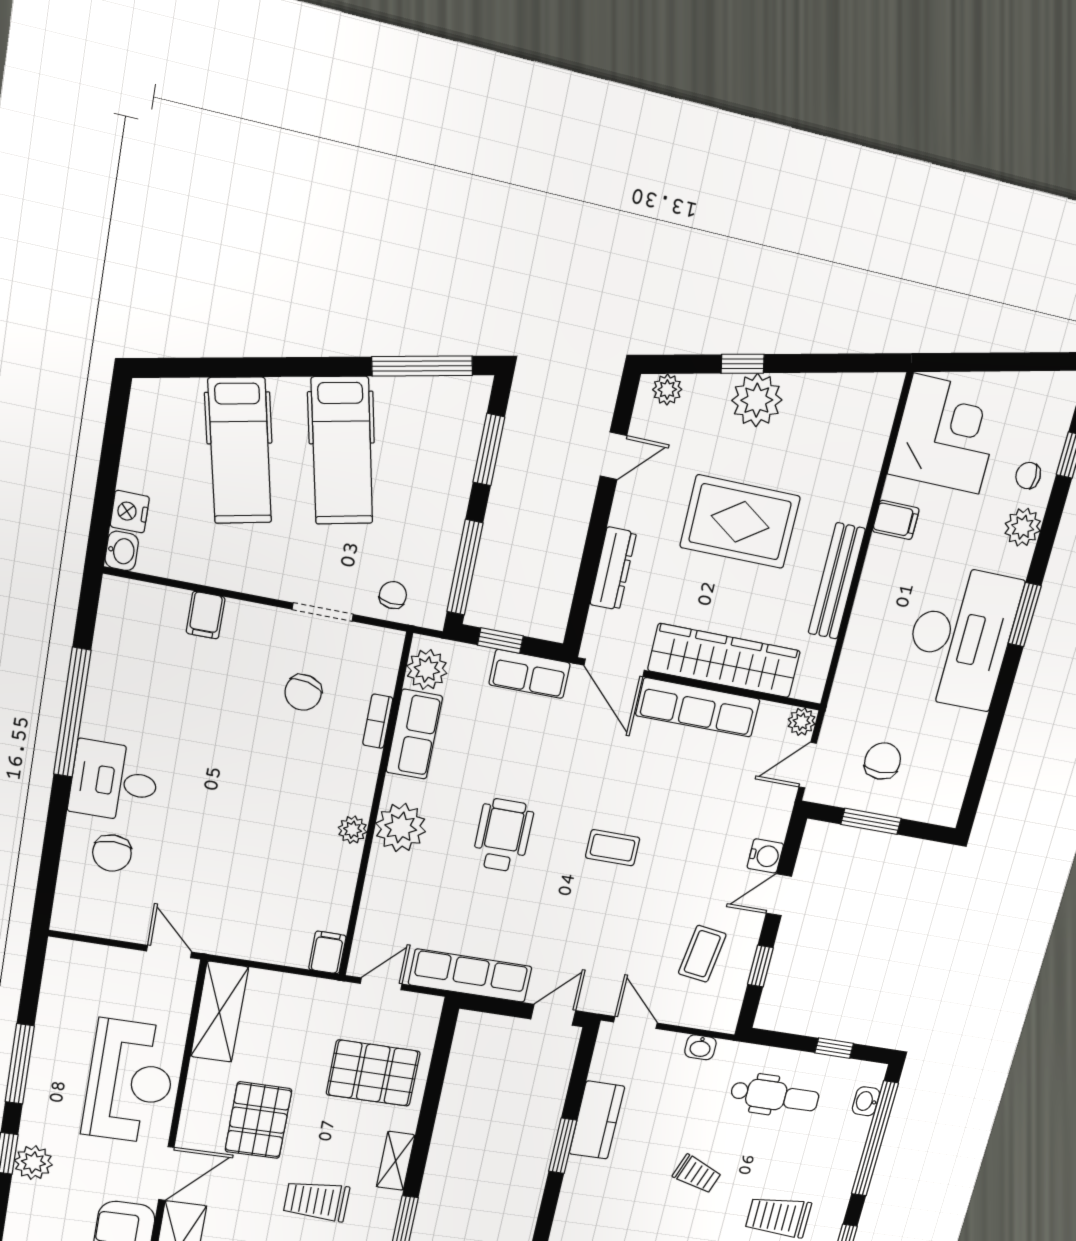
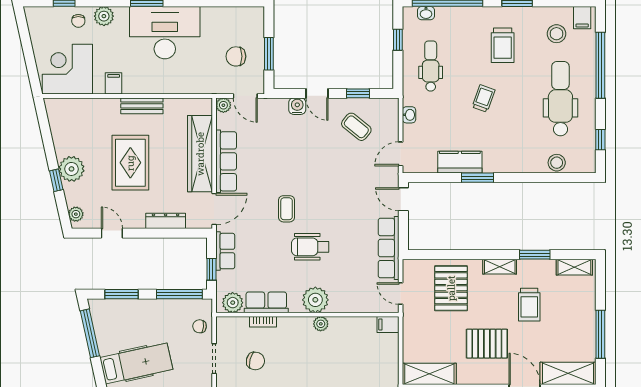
bench: (837, 581) -> (142, 106), width x0.73
coffee table: (613, 848) -> (287, 209), moved
coffee table: (702, 954) -> (356, 127), turned 31

